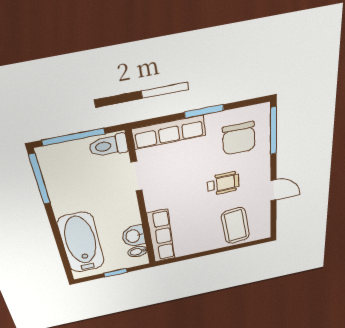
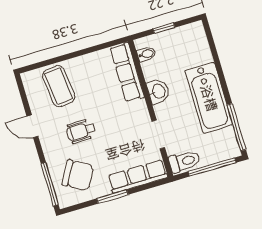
chair: (239, 138) -> (78, 175), turned 119
washbasin: (134, 236) -> (158, 91), moved
bathtub: (81, 243) -> (209, 98), moved

